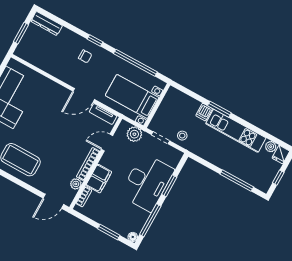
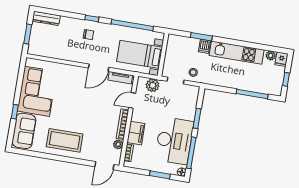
window: (219, 109) -> (201, 37), moved
desk: (147, 182) -> (174, 141), moved

